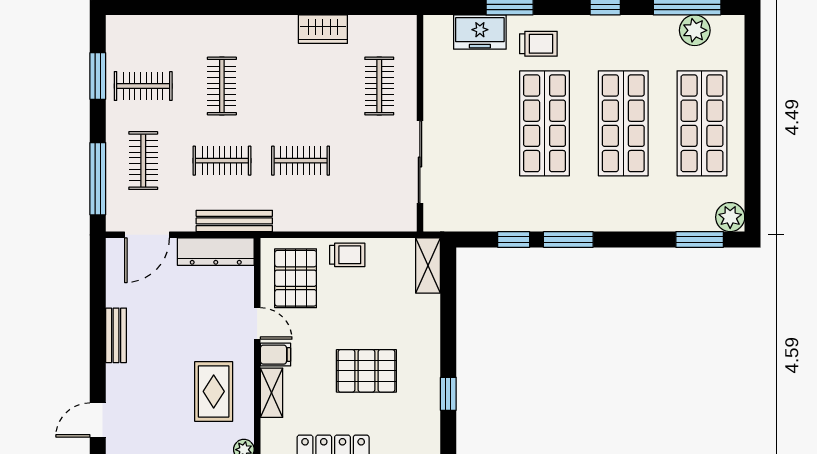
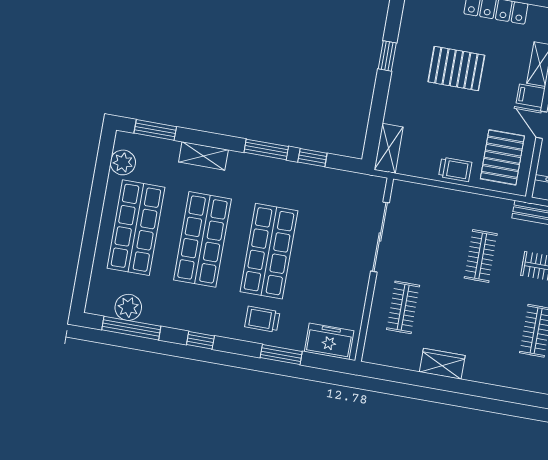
freezer: (480, 32) -> (329, 341), moved
clothes rail: (301, 161) -> (481, 256), turned 90
plant: (730, 217) -> (123, 162), moved
shelving: (639, 219) -> (203, 156), added
trolley: (347, 255) -> (455, 169), turned 180
window: (448, 394) -> (387, 56), moved

